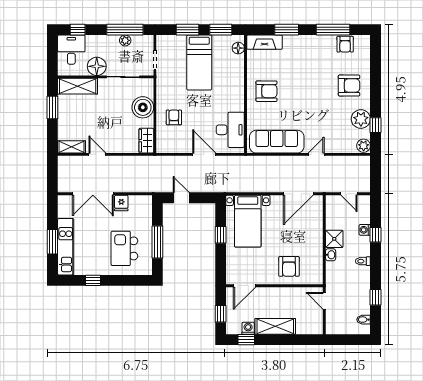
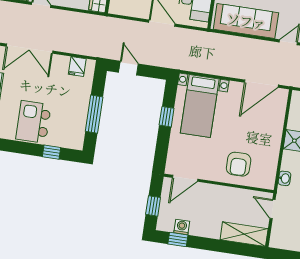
fridge: (121, 203) -> (77, 66), moved
kitchen island: (124, 248) -> (33, 122), moved
washbasin: (331, 255) -> (284, 178), moved
window: (93, 280) -> (52, 152), moved
shelving: (275, 326) -> (244, 234), moved

